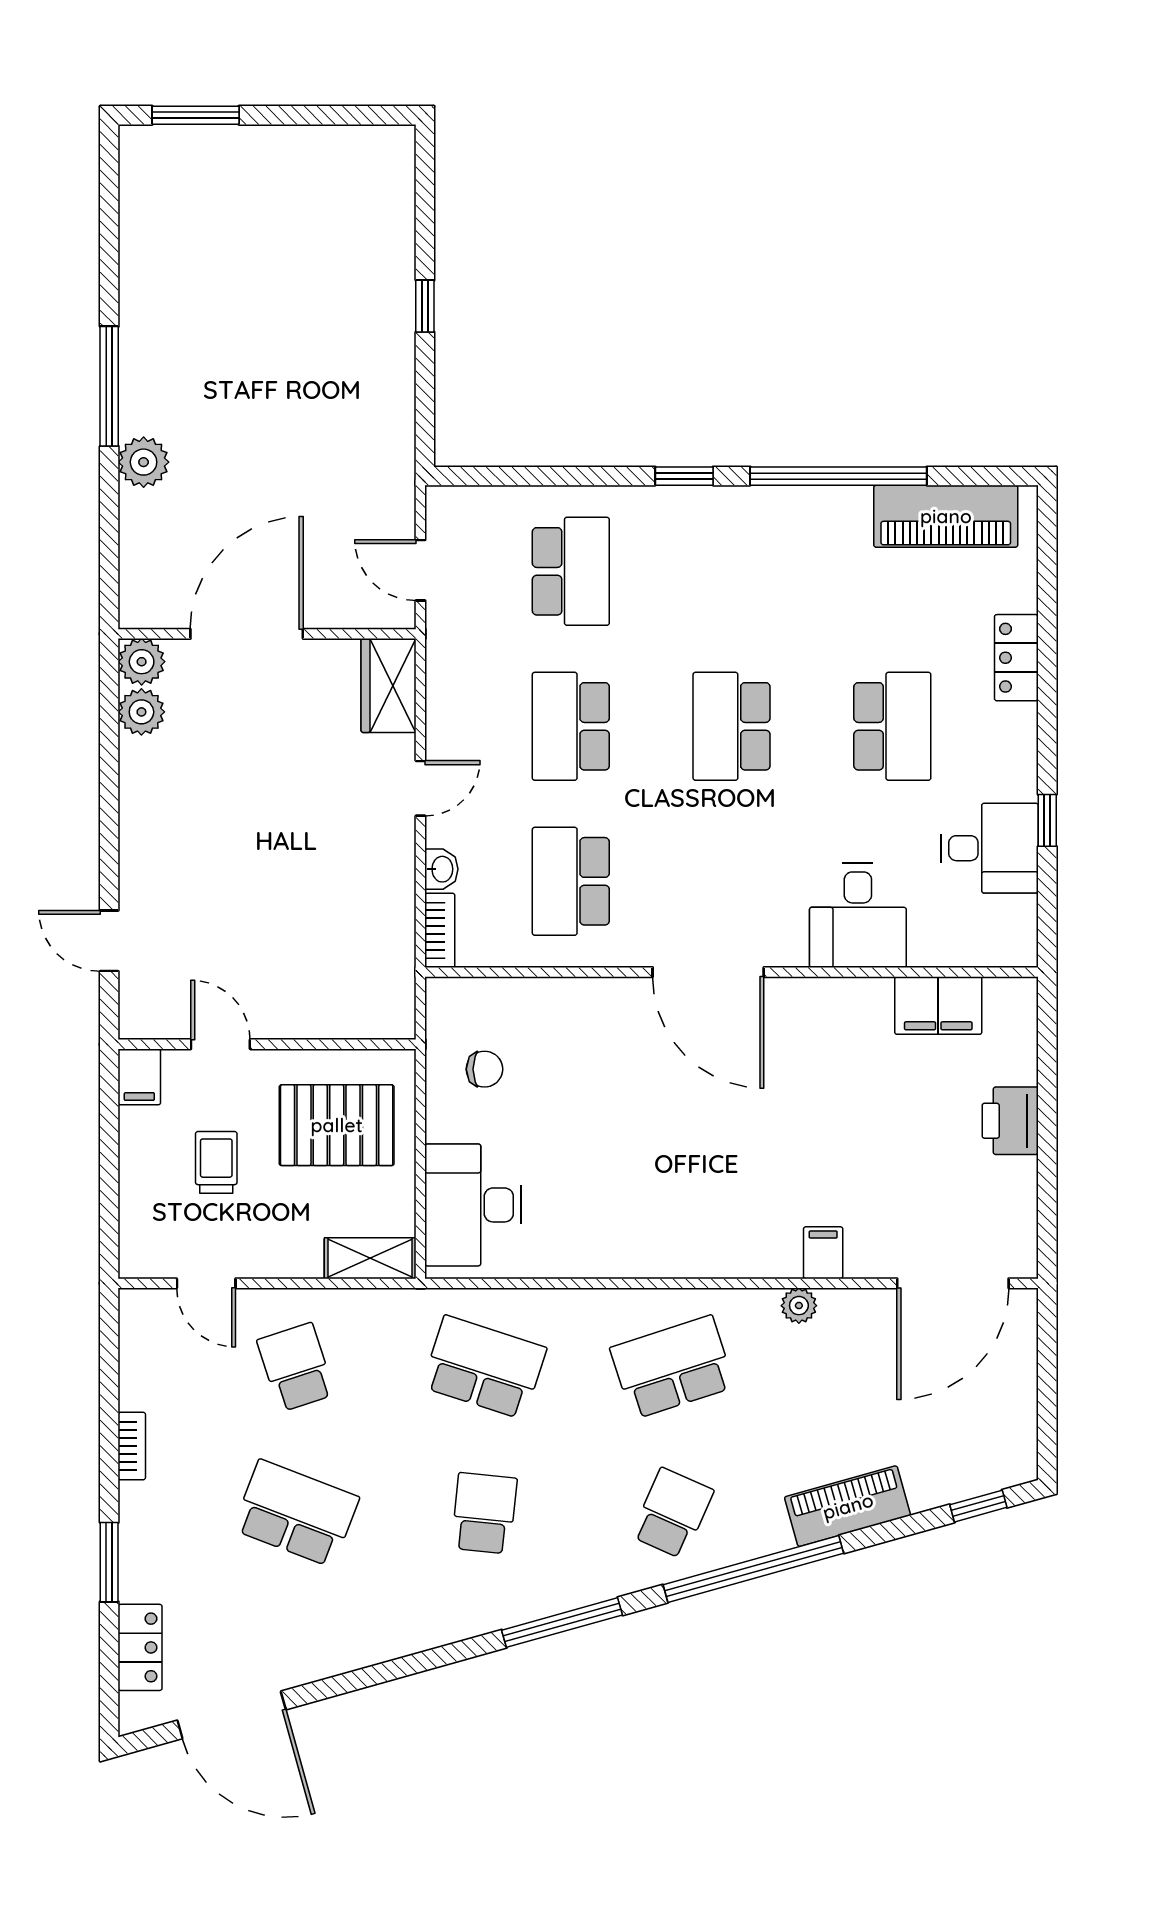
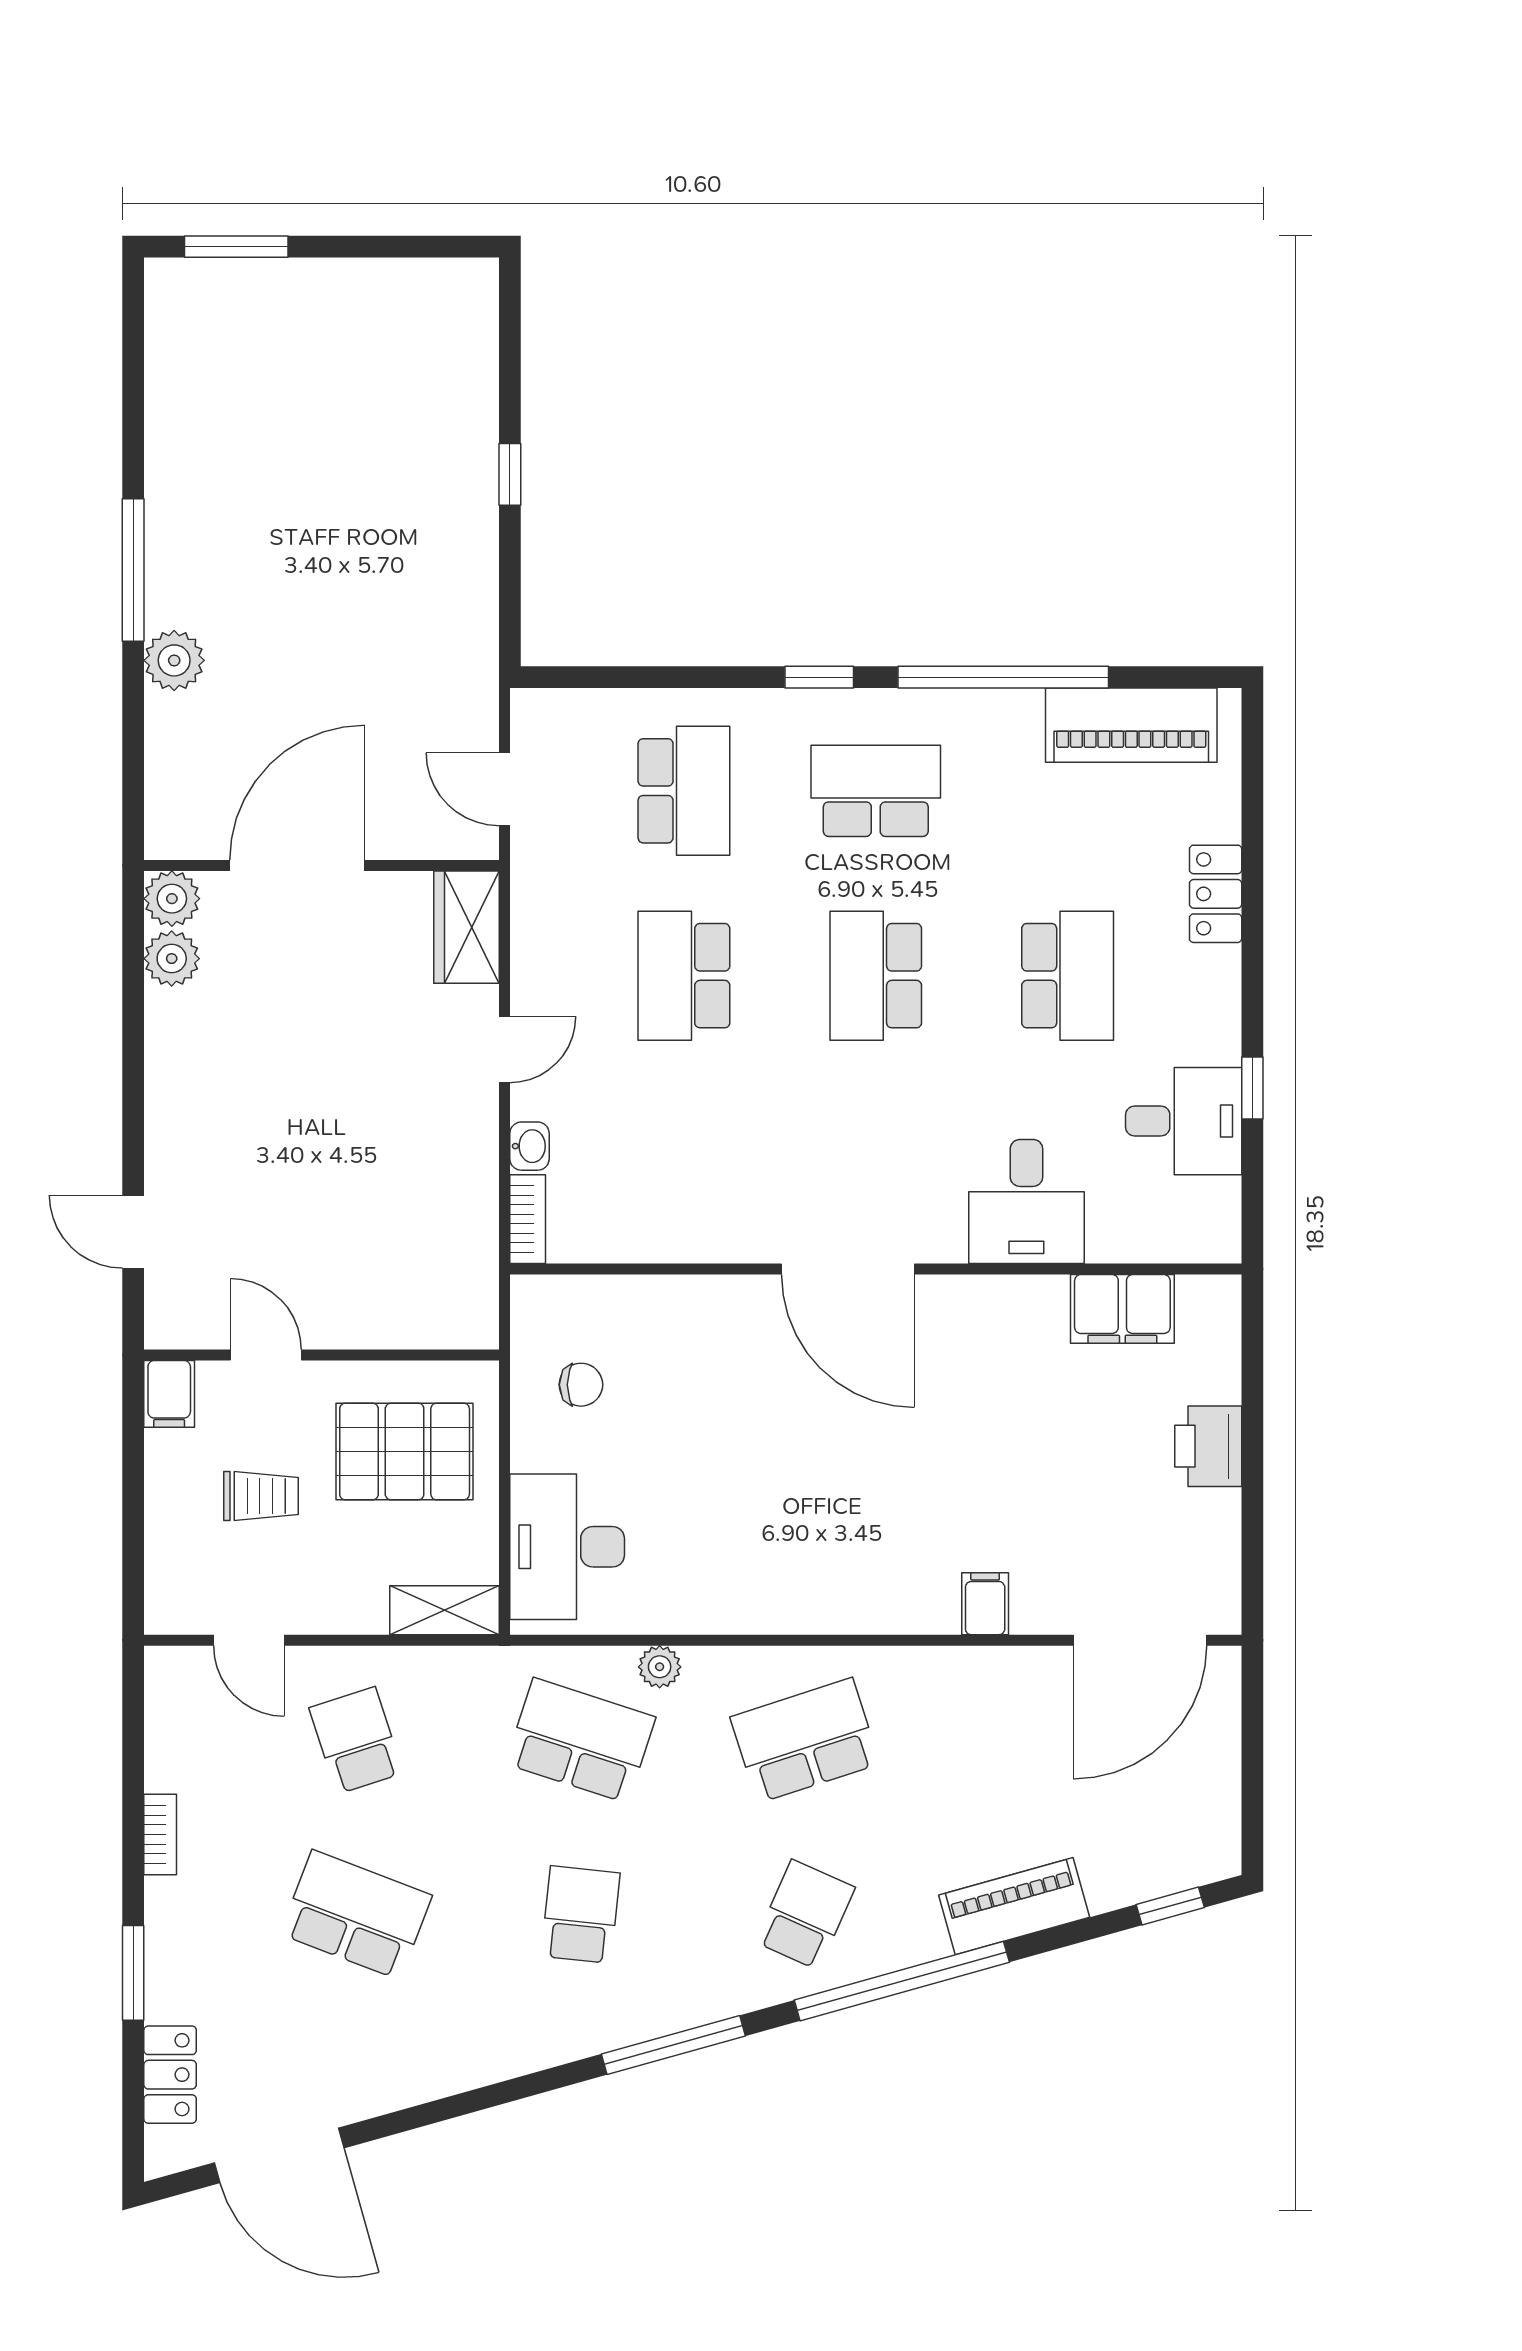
school desk: (571, 881) -> (876, 791), moved, turned 90
trolley: (216, 1162) -> (261, 1496), turned 90
plant: (799, 1306) -> (660, 1667), moved

